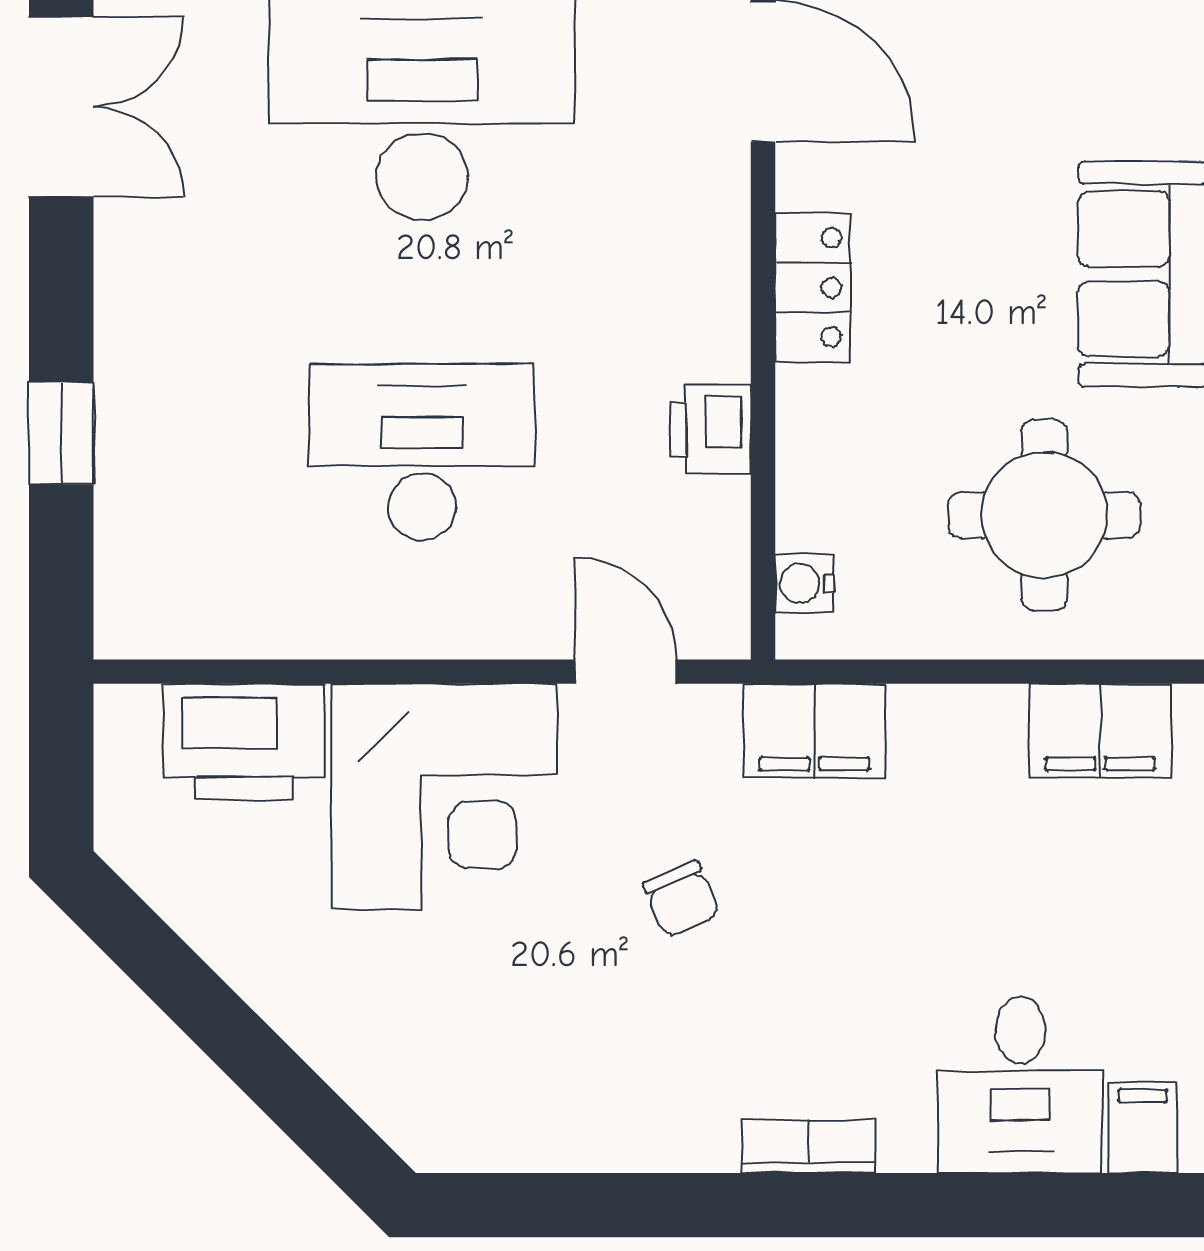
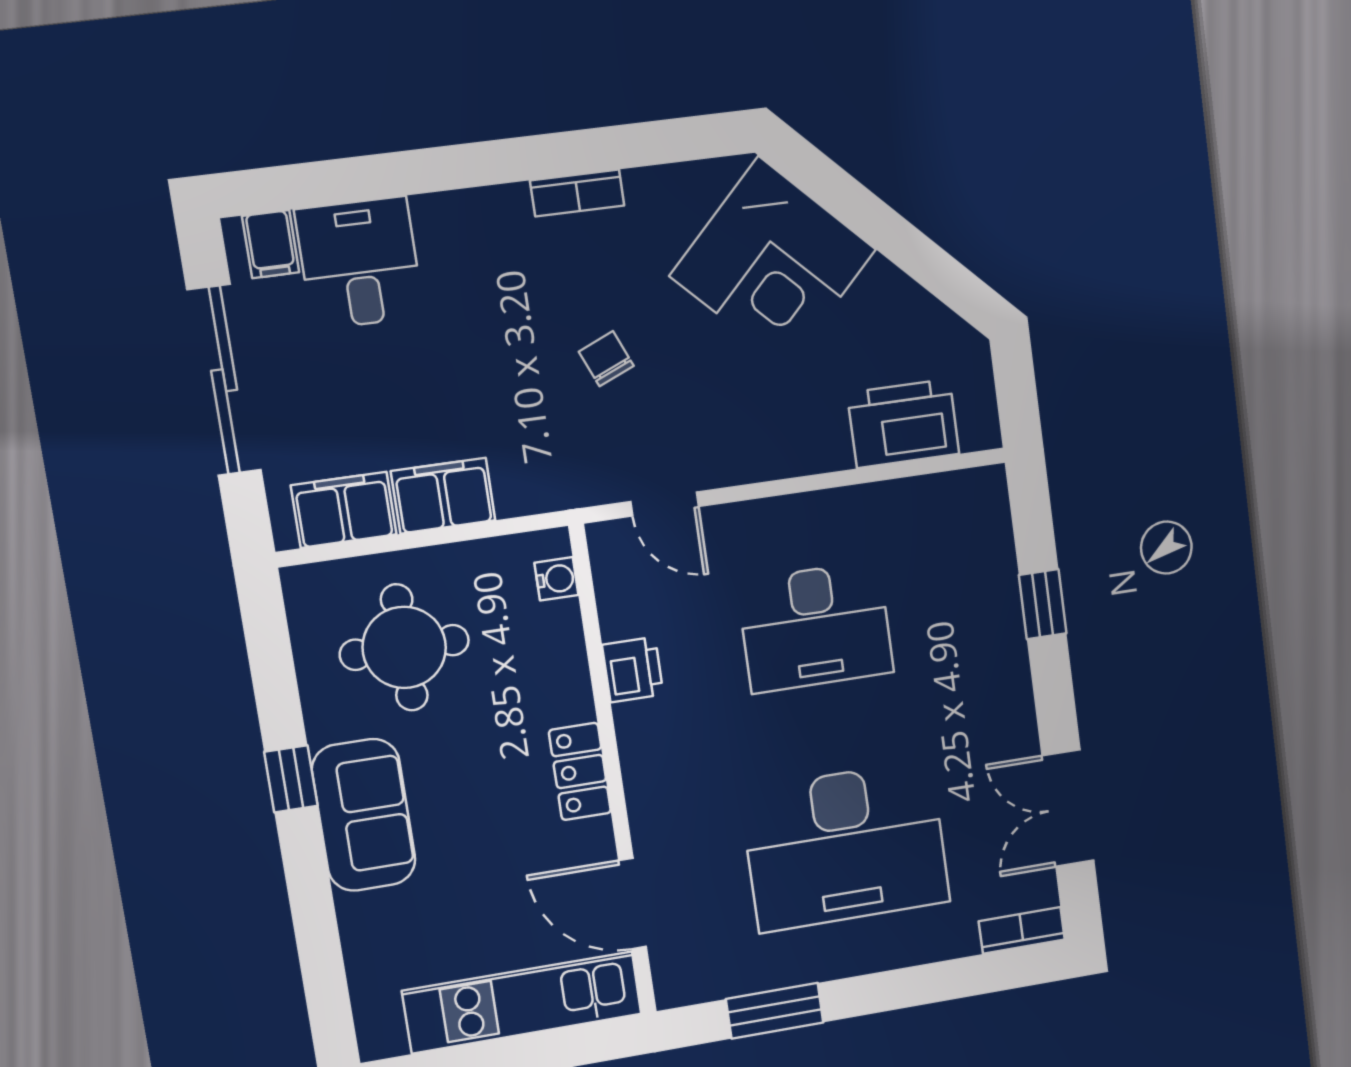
filing cabinet: (814, 731) -> (443, 496), moved
corner desk: (444, 797) -> (773, 263), moved, turned -135
bookcase: (809, 1146) -> (577, 193), moved

